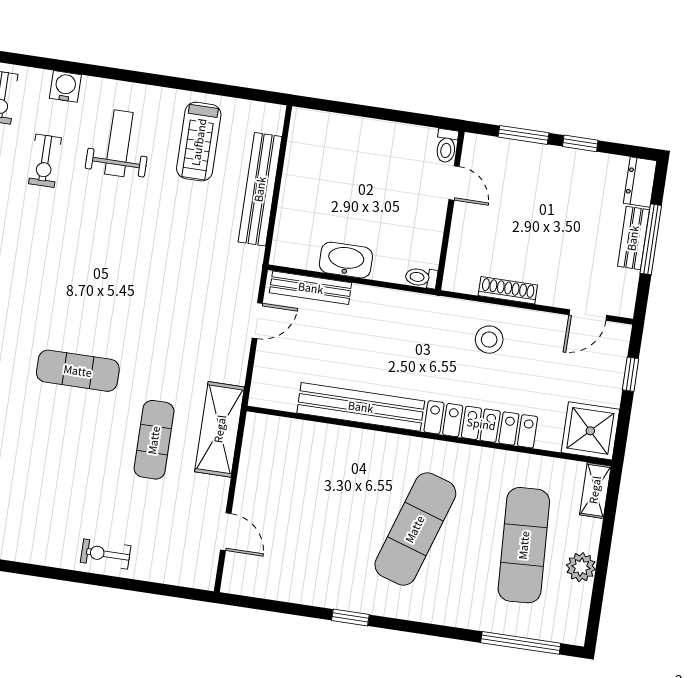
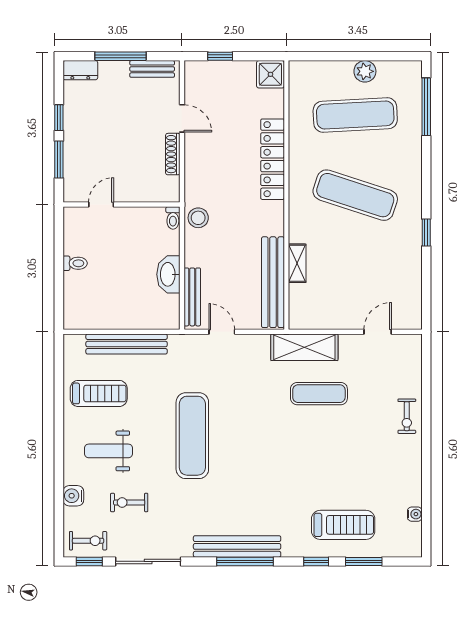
toilet: (446, 146) -> (75, 263), moved
exercise bike: (45, 161) -> (129, 502), turned 180
bench: (633, 238) -> (152, 69), moved
door: (588, 315) -> (182, 118), moved
stool: (489, 340) -> (198, 218), moved
exercise mat: (78, 371) -> (192, 436), moved, width x1.36, depth x1.45
bench: (361, 407) -> (273, 282), moved
shower: (590, 431) -> (270, 74), width x0.73, depth x0.73
shelving: (595, 490) -> (297, 263), moved, turned 90

